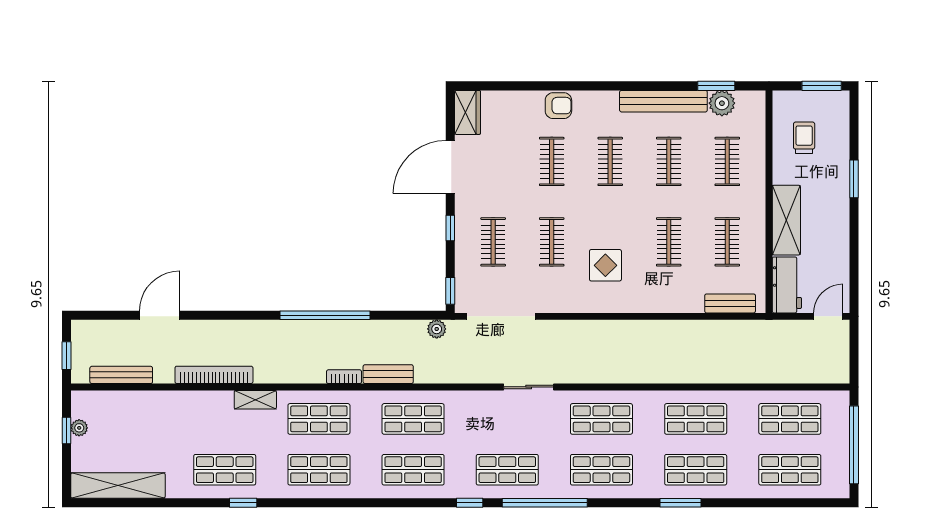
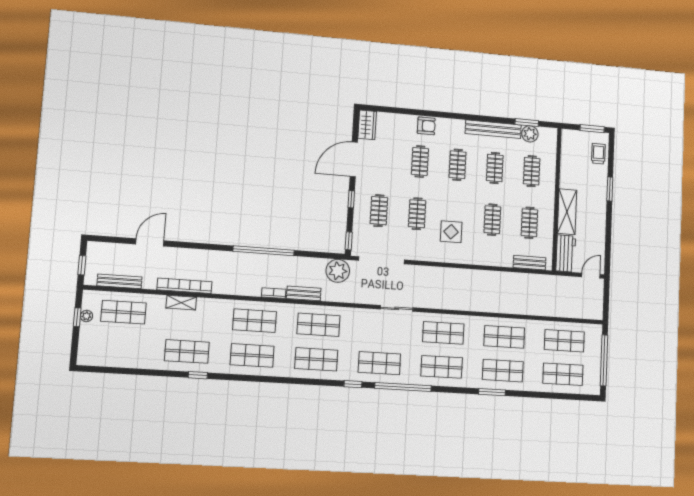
trolley: (804, 138) -> (598, 154), moved
plant: (437, 329) -> (338, 271), width x1.87, depth x1.87
shelving: (255, 400) -> (181, 303), moved
shop shelf: (131, 419) -> (123, 312), added
shelving: (118, 486) -> (111, 358), removed

